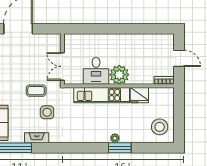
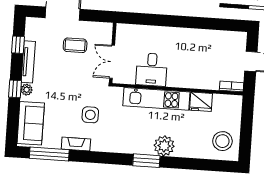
plant: (119, 75) -> (179, 76), removed
coffee table: (36, 91) -> (75, 45), moved
plant: (115, 138) -> (164, 146), width x1.87, depth x1.87
window: (120, 148) -> (146, 161), moved

